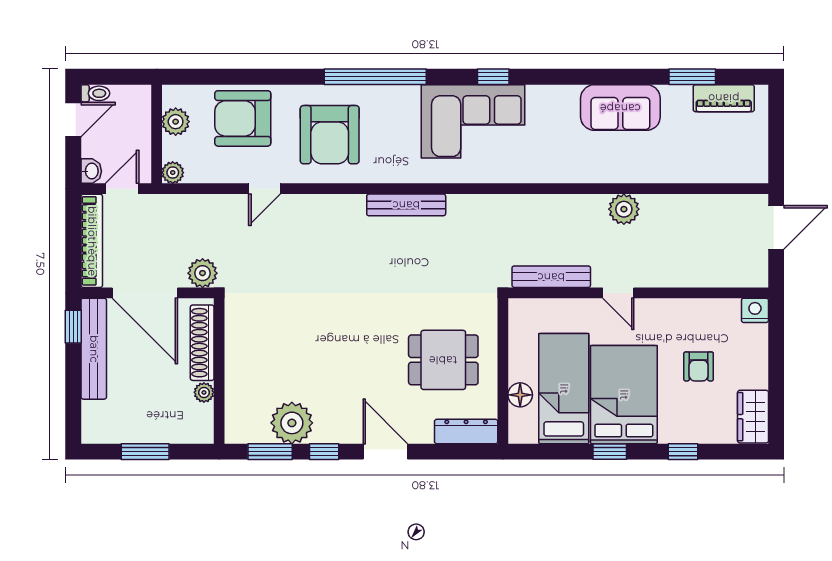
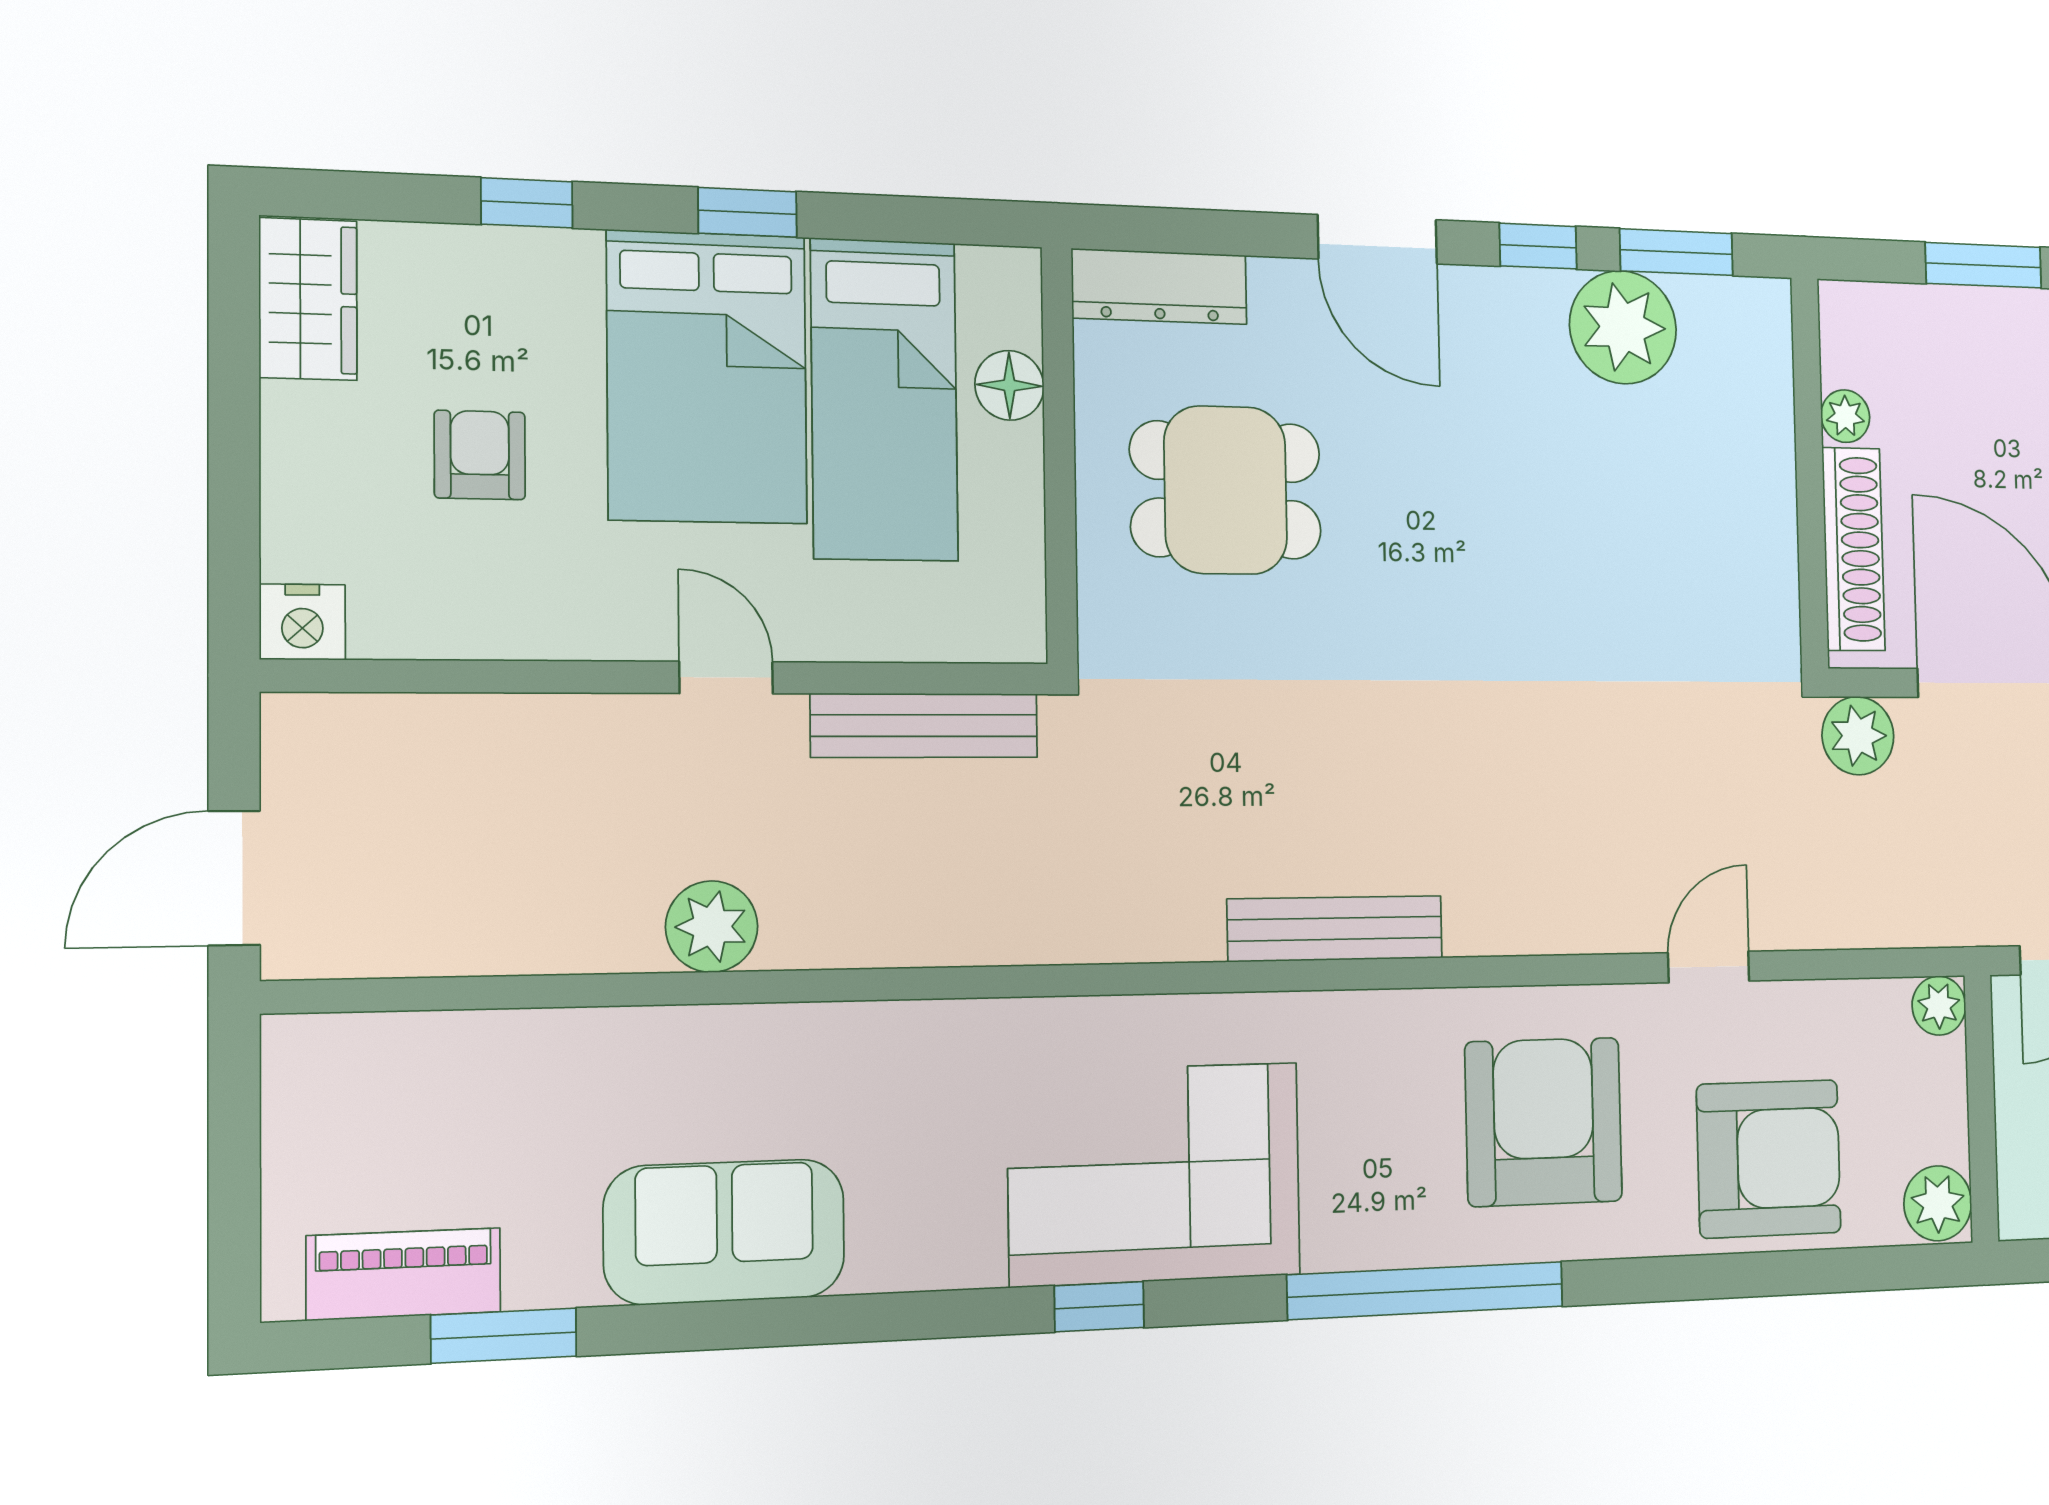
plant: (176, 122) -> (1938, 1203), moved

